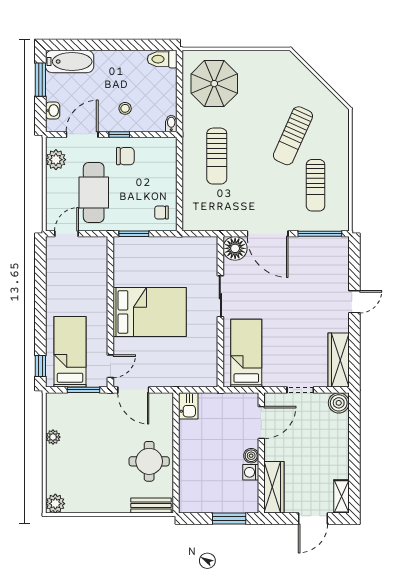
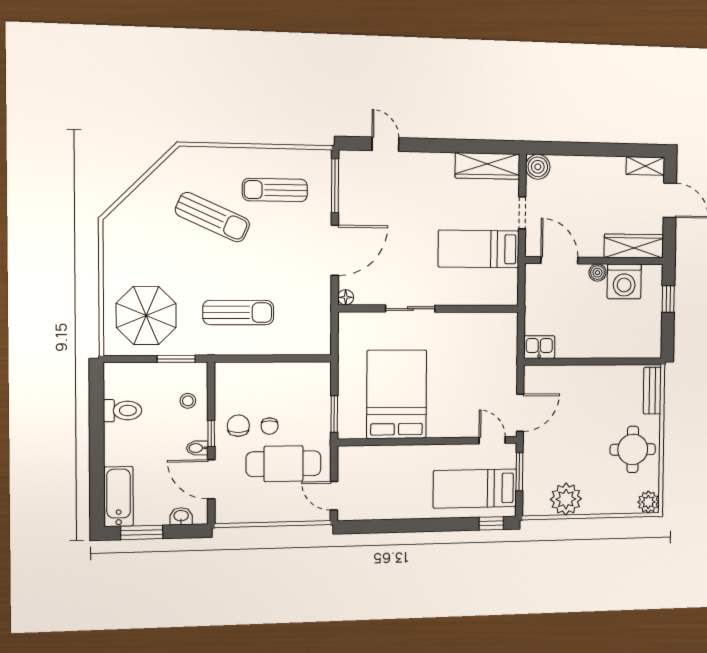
toilet: (162, 59) -> (123, 411), moved, turned -90
window: (180, 107) -> (176, 359), added
stool: (125, 108) -> (188, 401), moved
bidet: (171, 123) -> (197, 448), moved
plant: (56, 160) -> (243, 511), removed
sun lounger: (316, 185) -> (275, 190), turned 180
chair: (161, 212) -> (270, 426), moved
floor lamp: (235, 248) -> (346, 297), width x0.53, depth x0.53
door: (354, 302) -> (385, 144), moved
bed: (150, 312) -> (397, 394), moved
bed: (246, 353) -> (479, 249), moved
plant: (53, 437) -> (566, 499), width x1.88, depth x1.88
round table: (149, 461) -> (633, 449), moved
washing machine: (251, 472) -> (624, 281), width x1.89, depth x1.89
window: (229, 519) -> (668, 299), width x0.67

